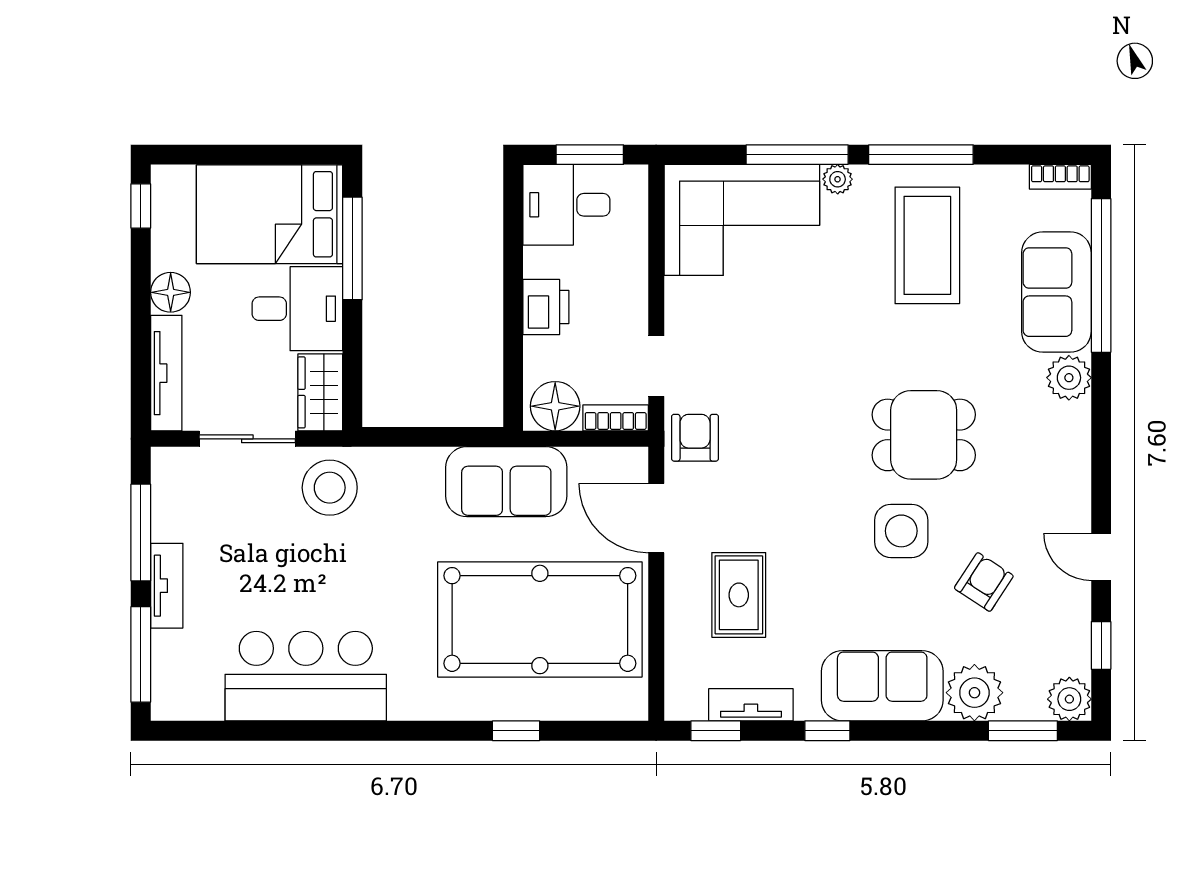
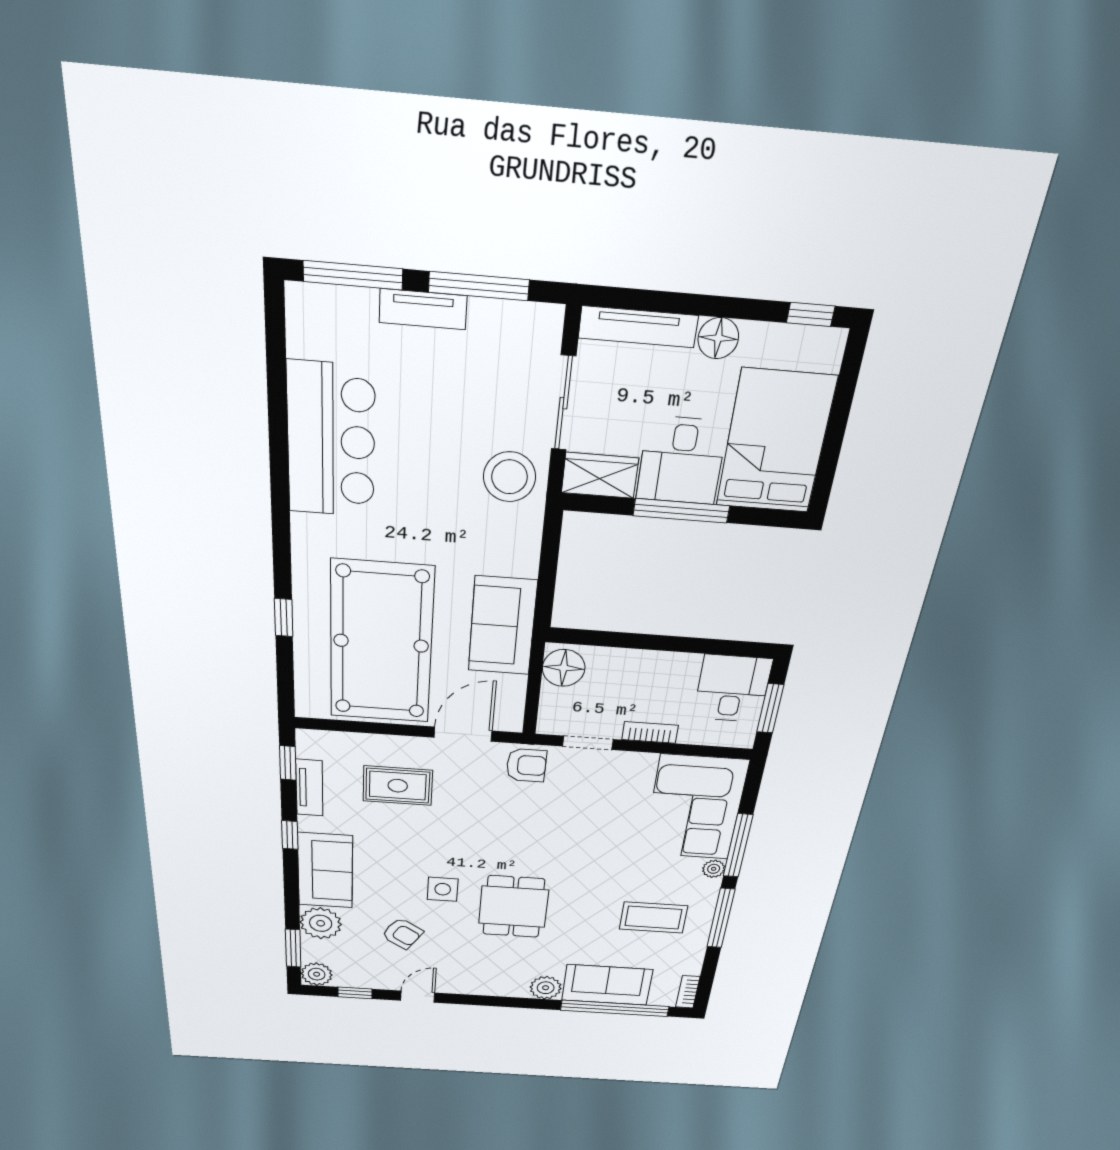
coffee table: (927, 245) -> (653, 918), width x0.73, depth x0.76
window: (352, 248) -> (681, 511), moved
printer: (546, 307) -> (649, 667), removed
bookcase: (616, 418) -> (650, 732), moved, turned -90
side table: (901, 531) -> (443, 889), width x0.73, depth x0.73

